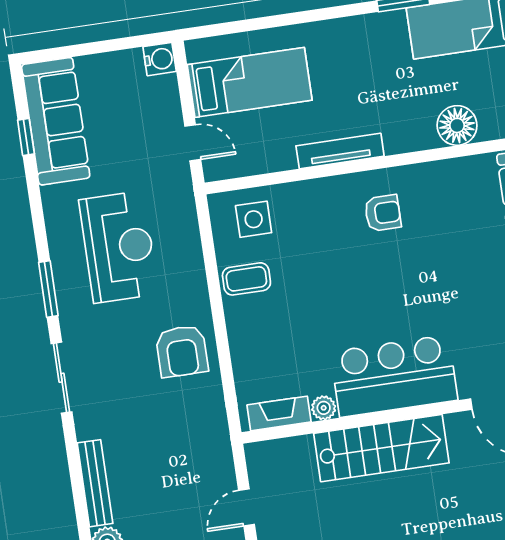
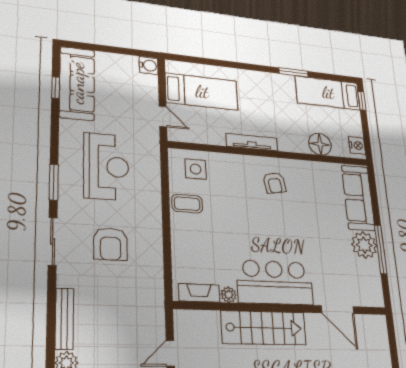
armchair: (383, 213) -> (274, 183), turned 80
armchair: (182, 351) -> (110, 244), moved

